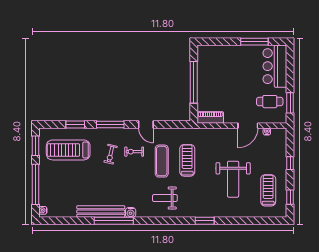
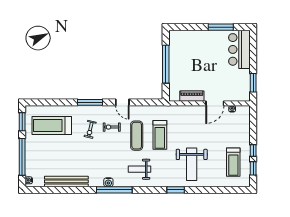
cafe table: (270, 102) -> (235, 82), removed
piano: (210, 118) -> (192, 96), moved
window: (75, 125) -> (58, 102), removed
treadmill: (187, 160) -> (160, 135), turned 180
window: (290, 163) -> (253, 151), moved
weight bench: (233, 179) -> (192, 164), moved
treadmill: (268, 190) -> (233, 162), turned 180
bench: (101, 212) -> (66, 181), moved
window: (114, 221) -> (114, 190), moved

